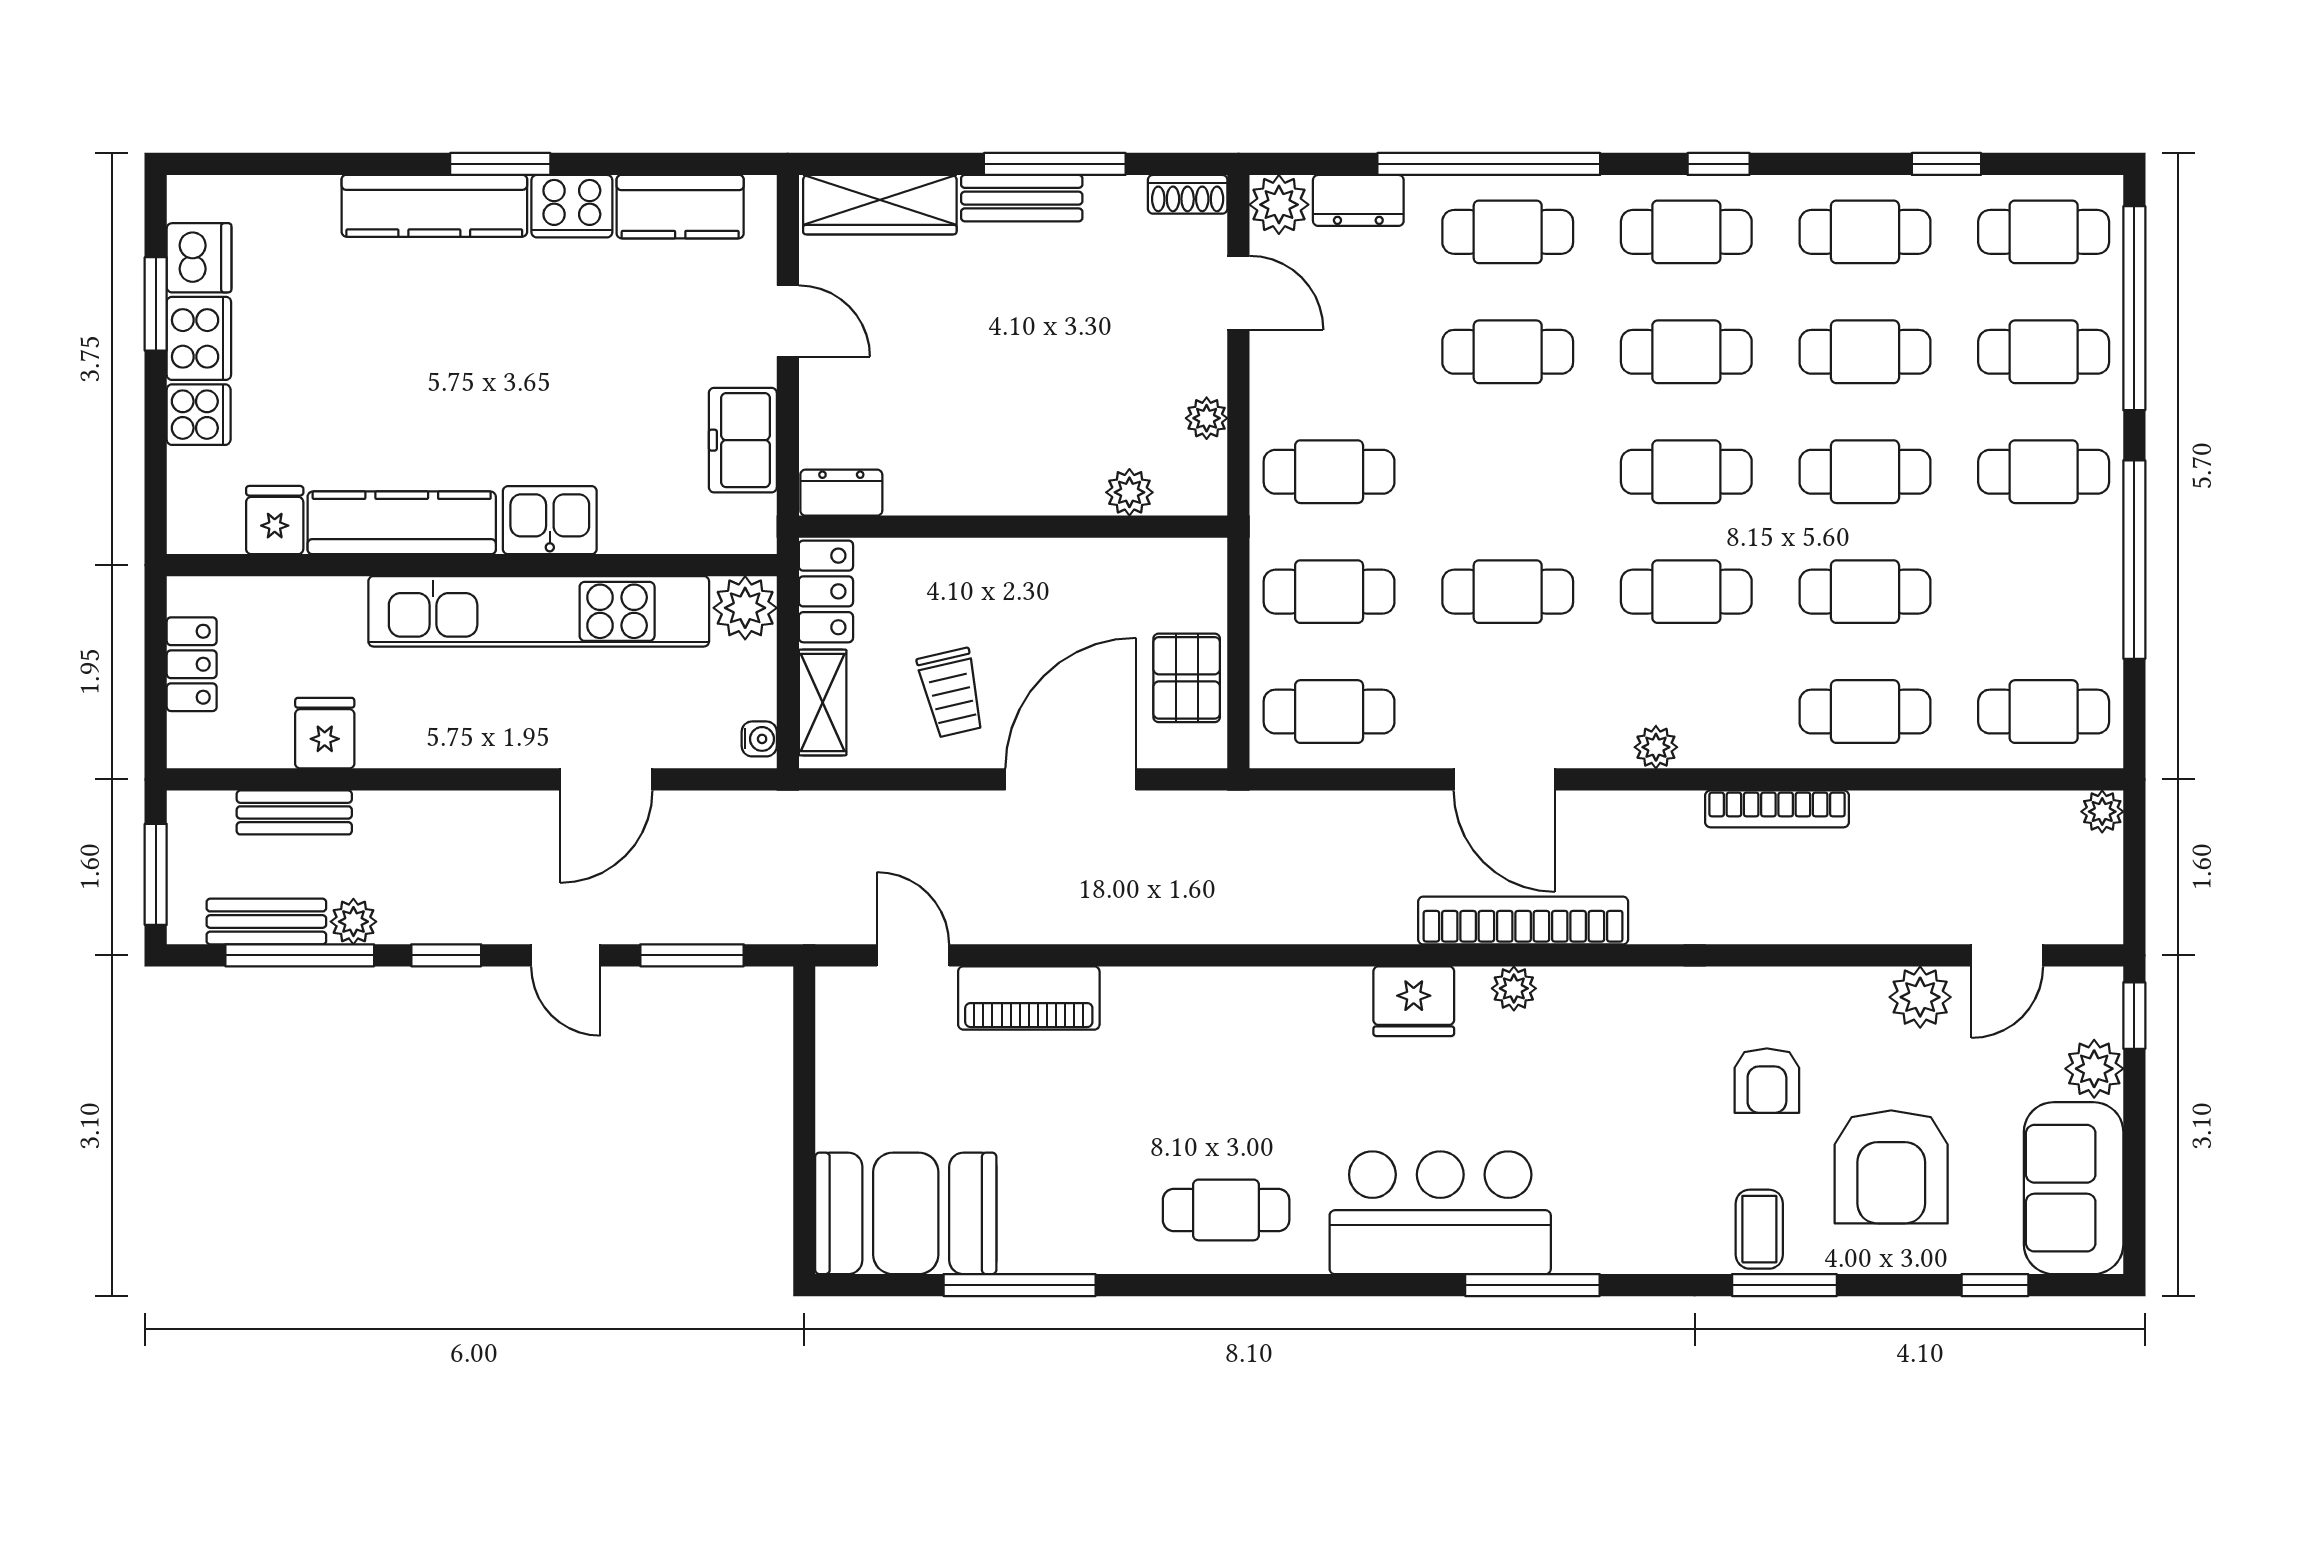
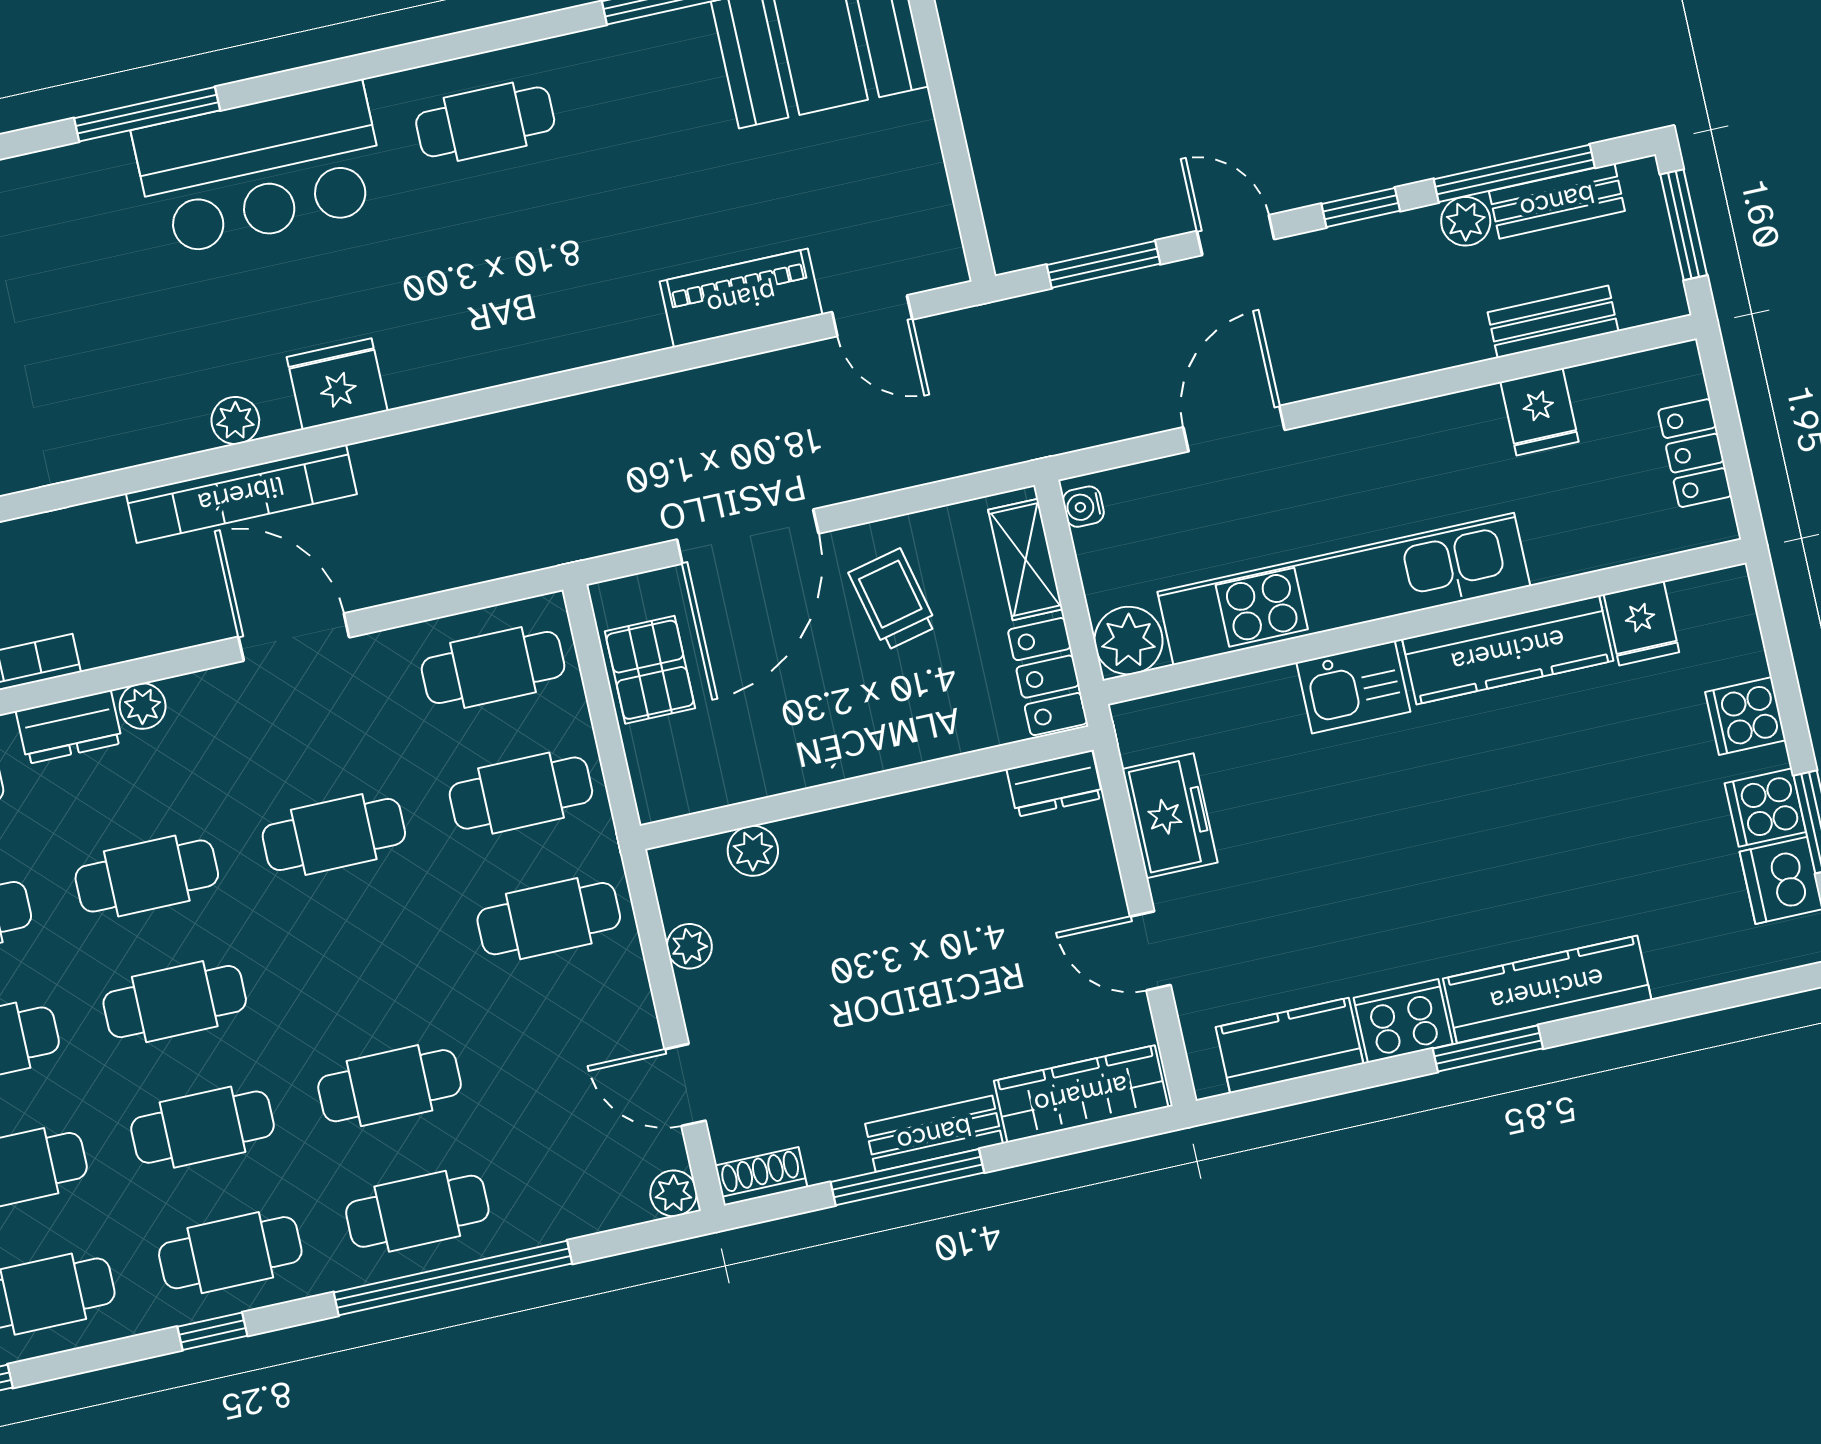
dresser: (1358, 200) -> (69, 727), moved, turned 180
plant: (1279, 205) -> (673, 1193), width x0.73, depth x0.73
cooker: (199, 338) -> (1765, 808), width x0.73

